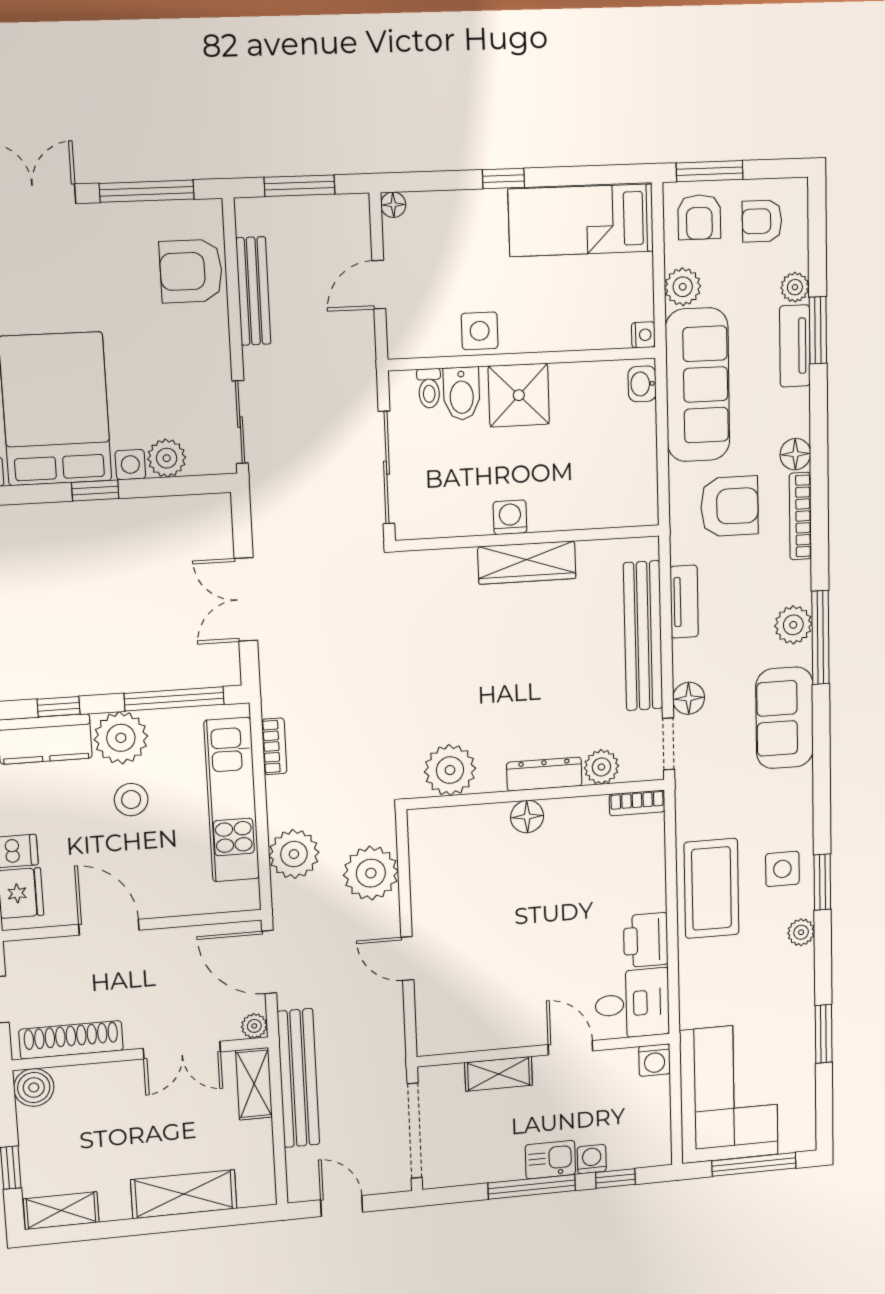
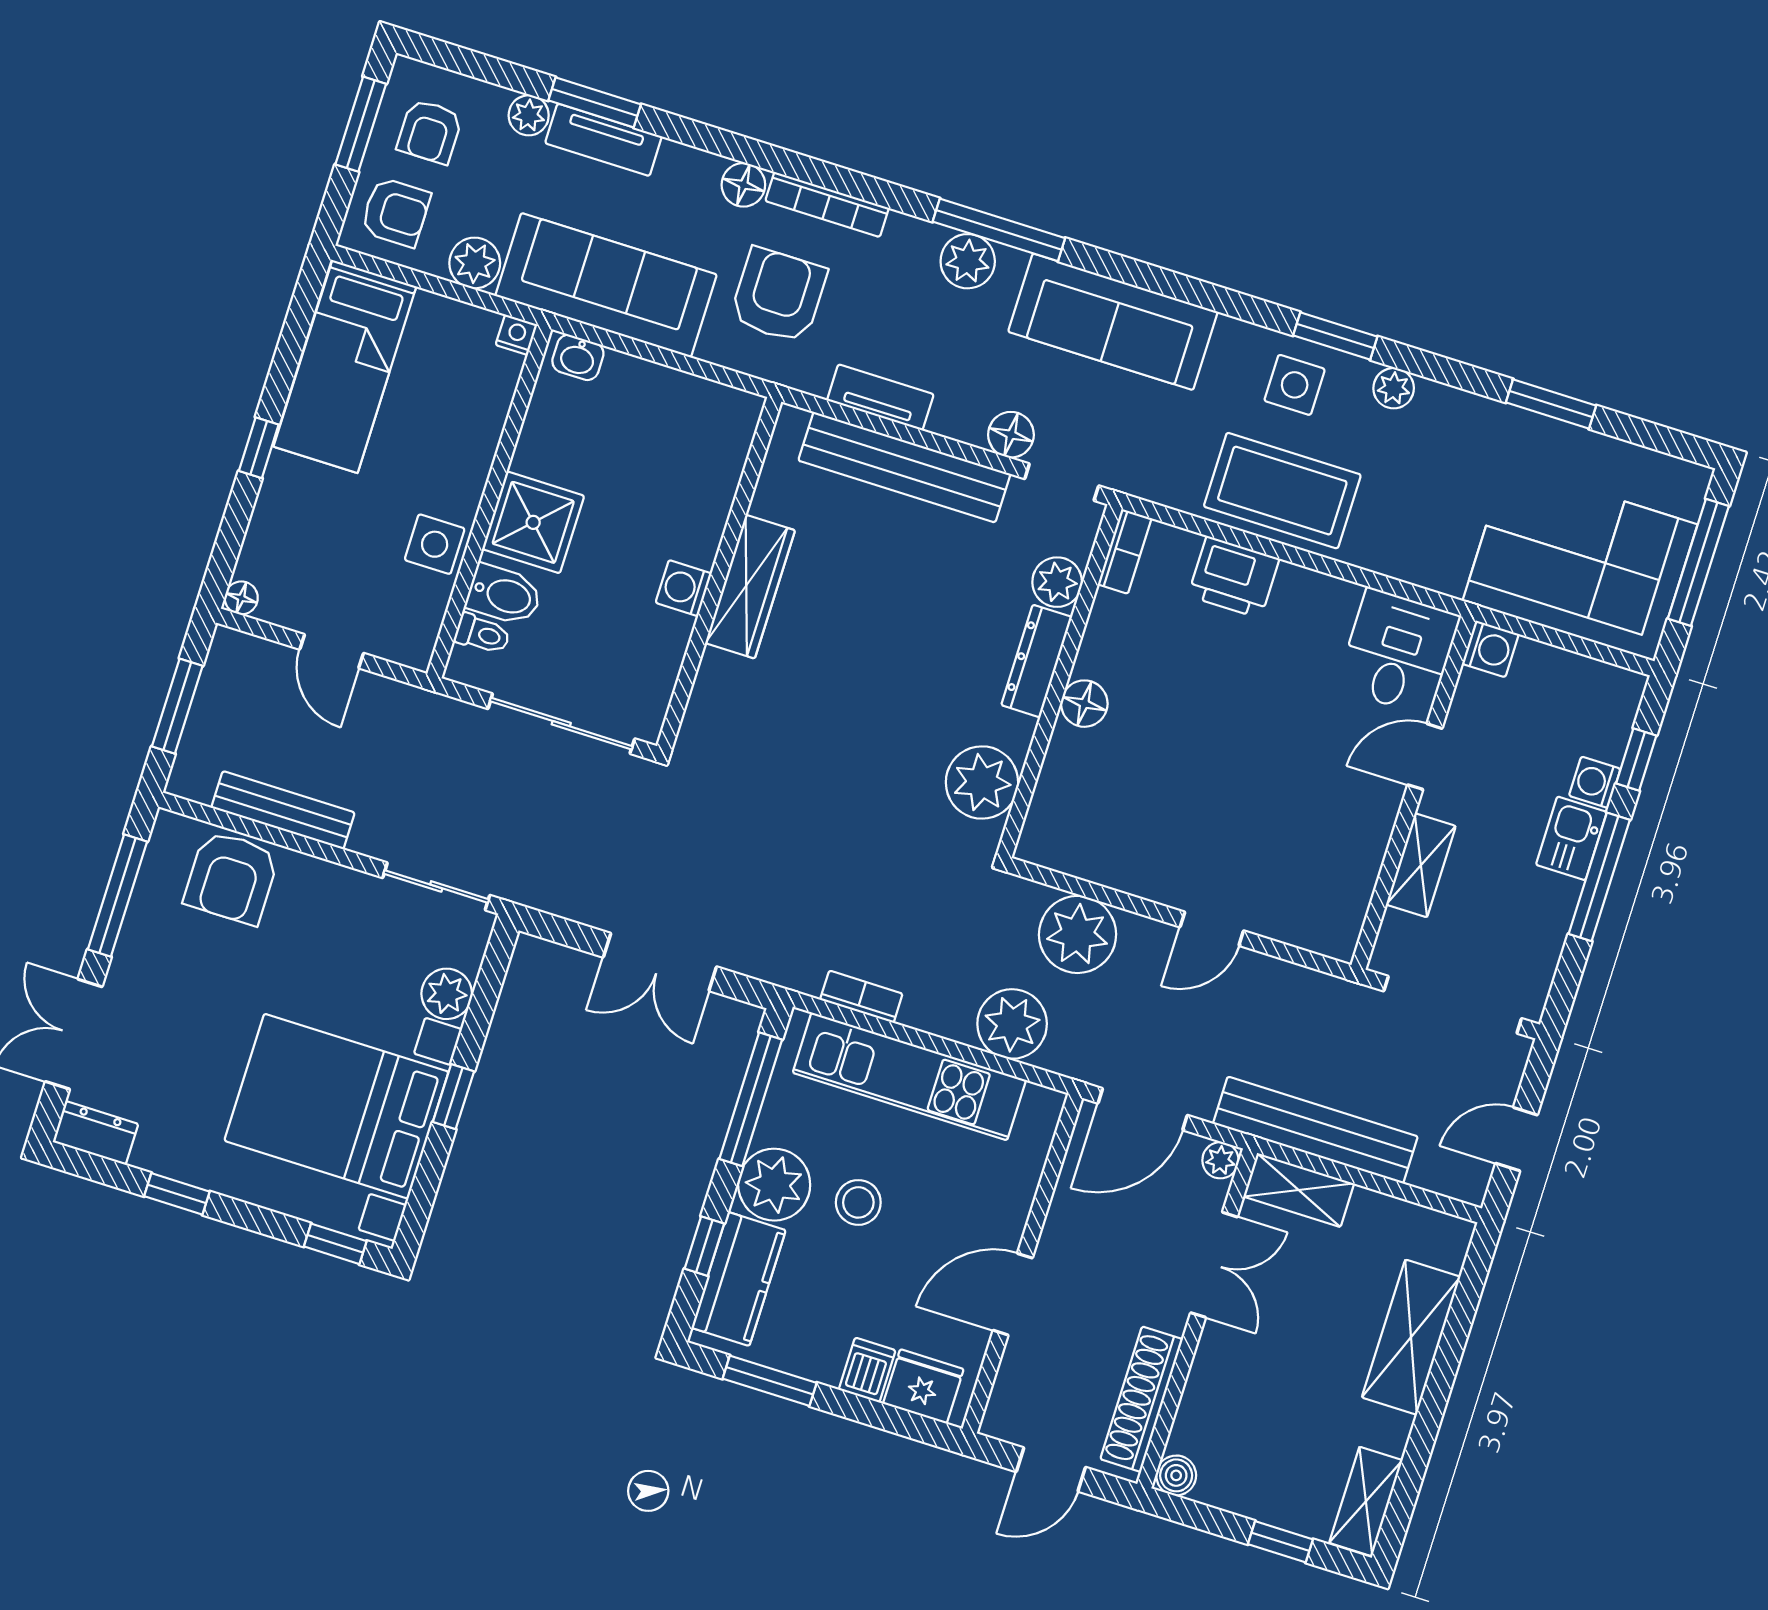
window: (710, 171) -> (361, 124), moved
sofa: (785, 718) -> (1113, 322), width x1.36
printer: (646, 940) -> (1234, 577), moved
boiler: (34, 1087) -> (1176, 1475), width x0.73, depth x0.73

